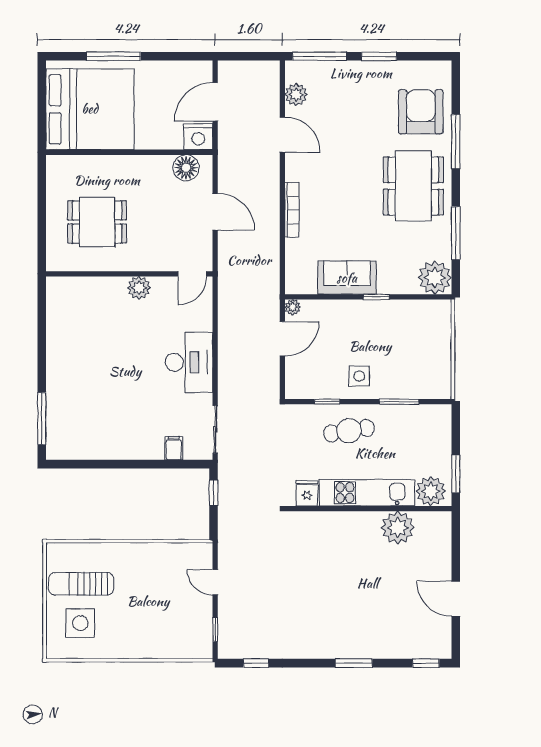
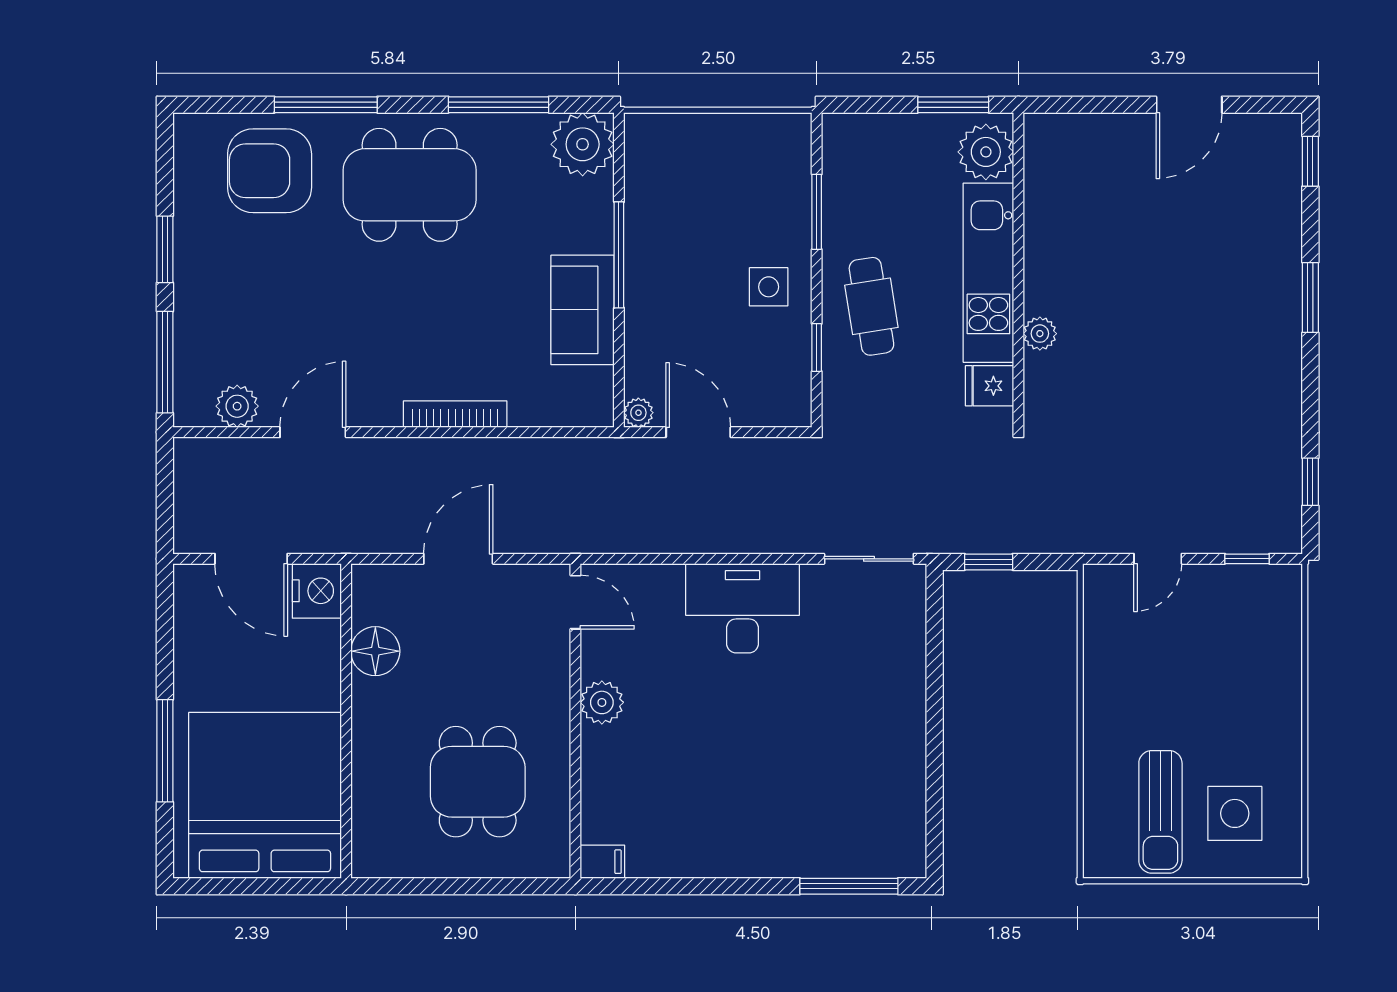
floor lamp: (186, 168) -> (375, 651), moved
window: (376, 297) -> (619, 255), width x2.17
filing cabinet: (174, 448) -> (602, 862), moved, turned 180
plant: (398, 528) -> (1040, 334), moved, width x0.53, depth x0.53

